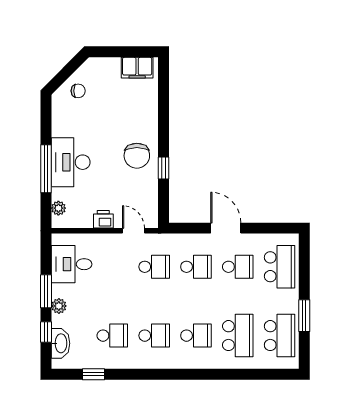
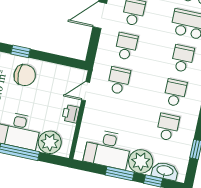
window: (163, 168) -> (21, 51), moved
plant: (58, 208) -> (50, 142), width x1.88, depth x1.88
desk: (72, 264) -> (108, 149), width x1.37
plant: (59, 306) -> (141, 161), width x1.88, depth x1.88

